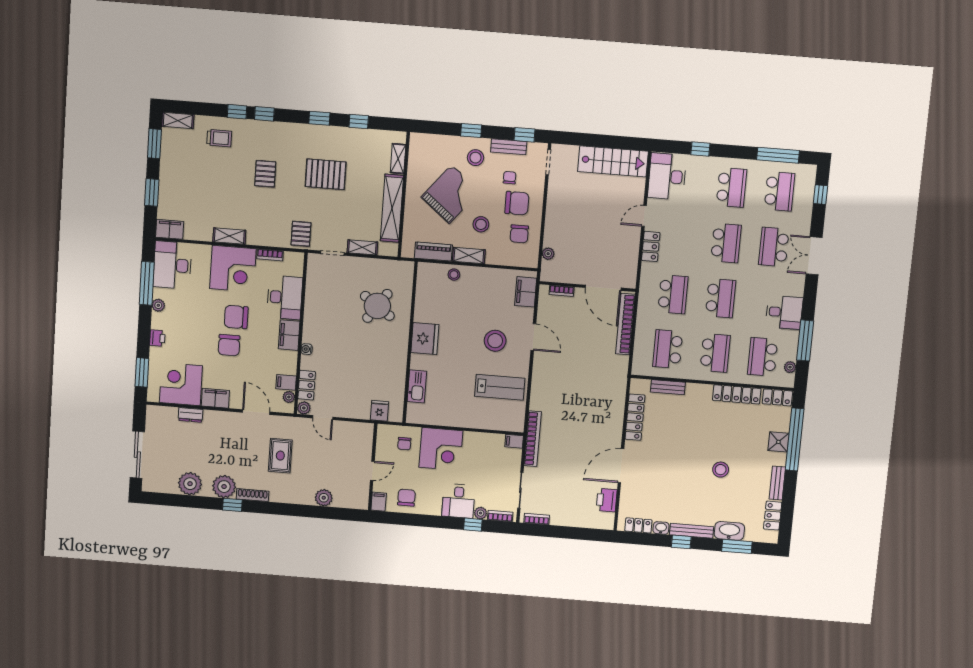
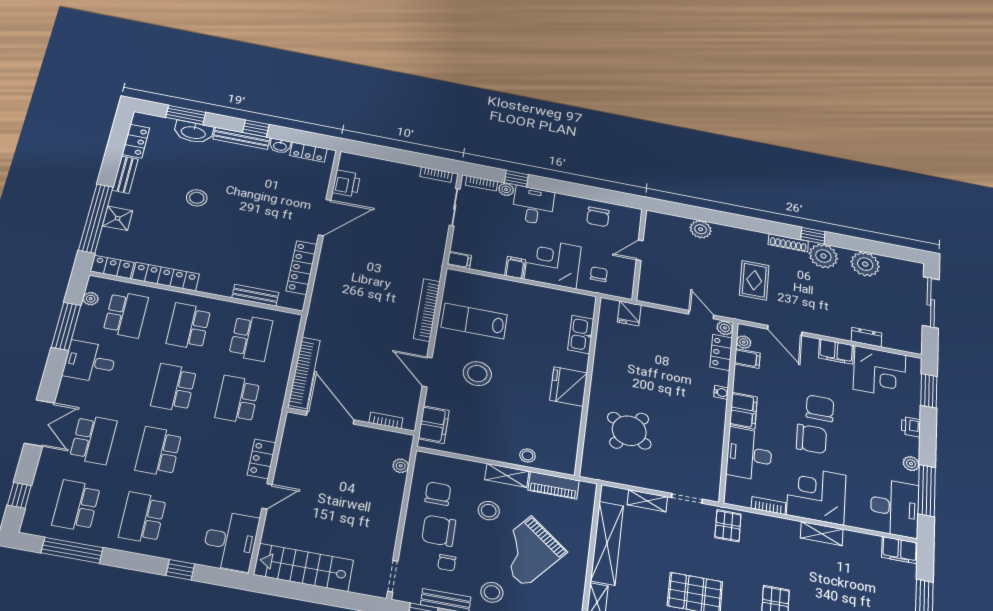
bookcase: (533, 439) -> (427, 310), moved
filing cabinet: (379, 502) -> (515, 268), moved, turned 180

